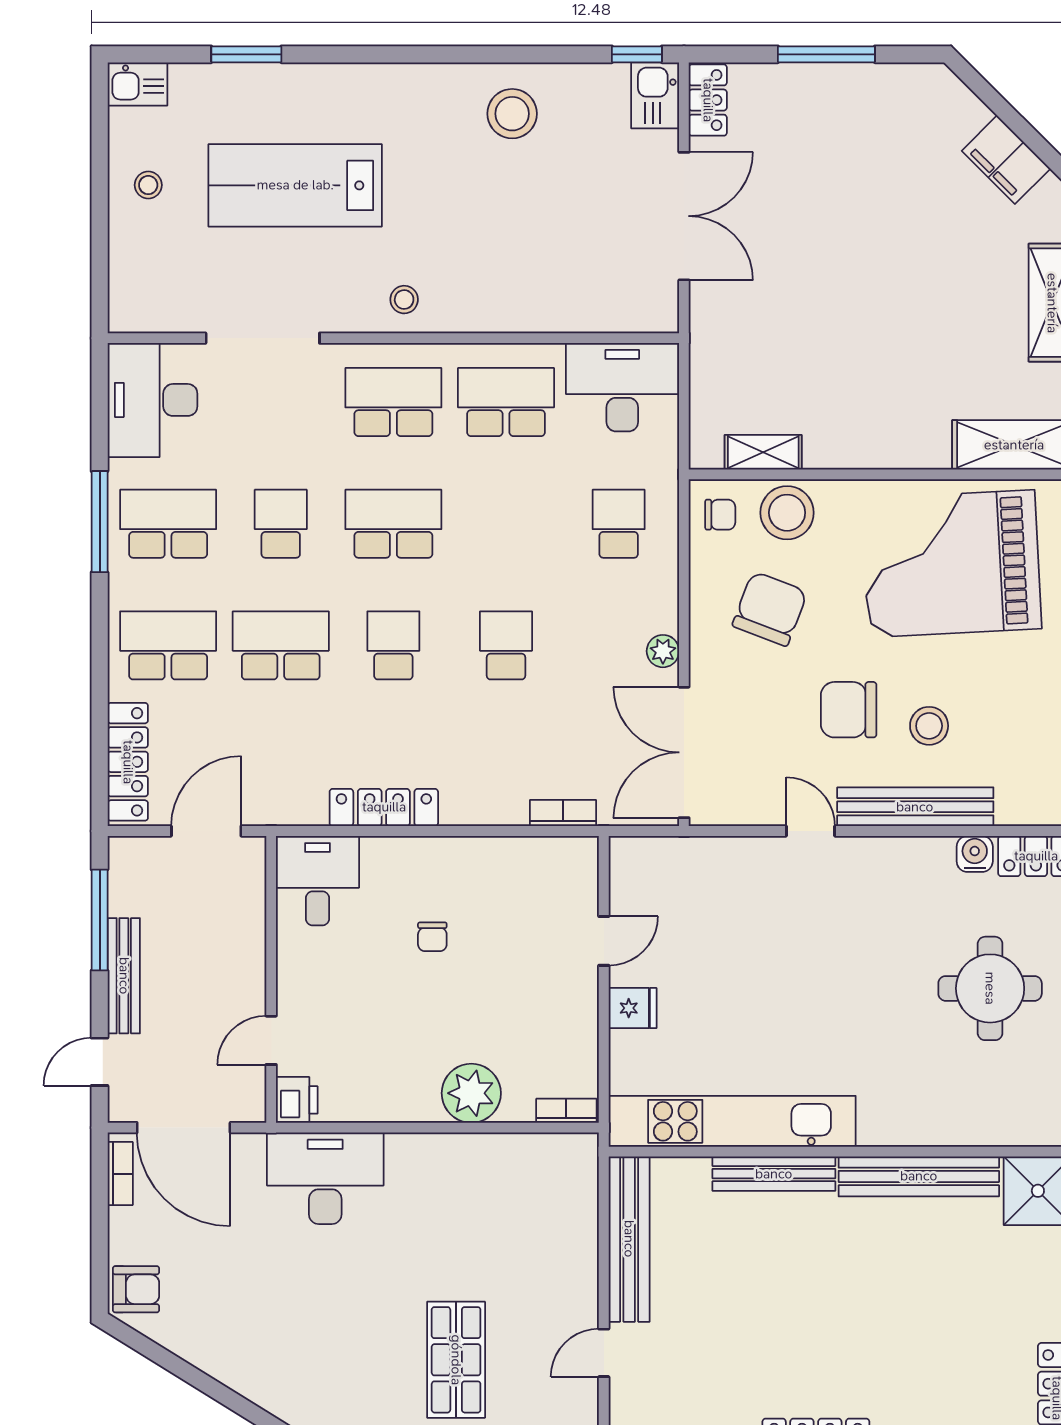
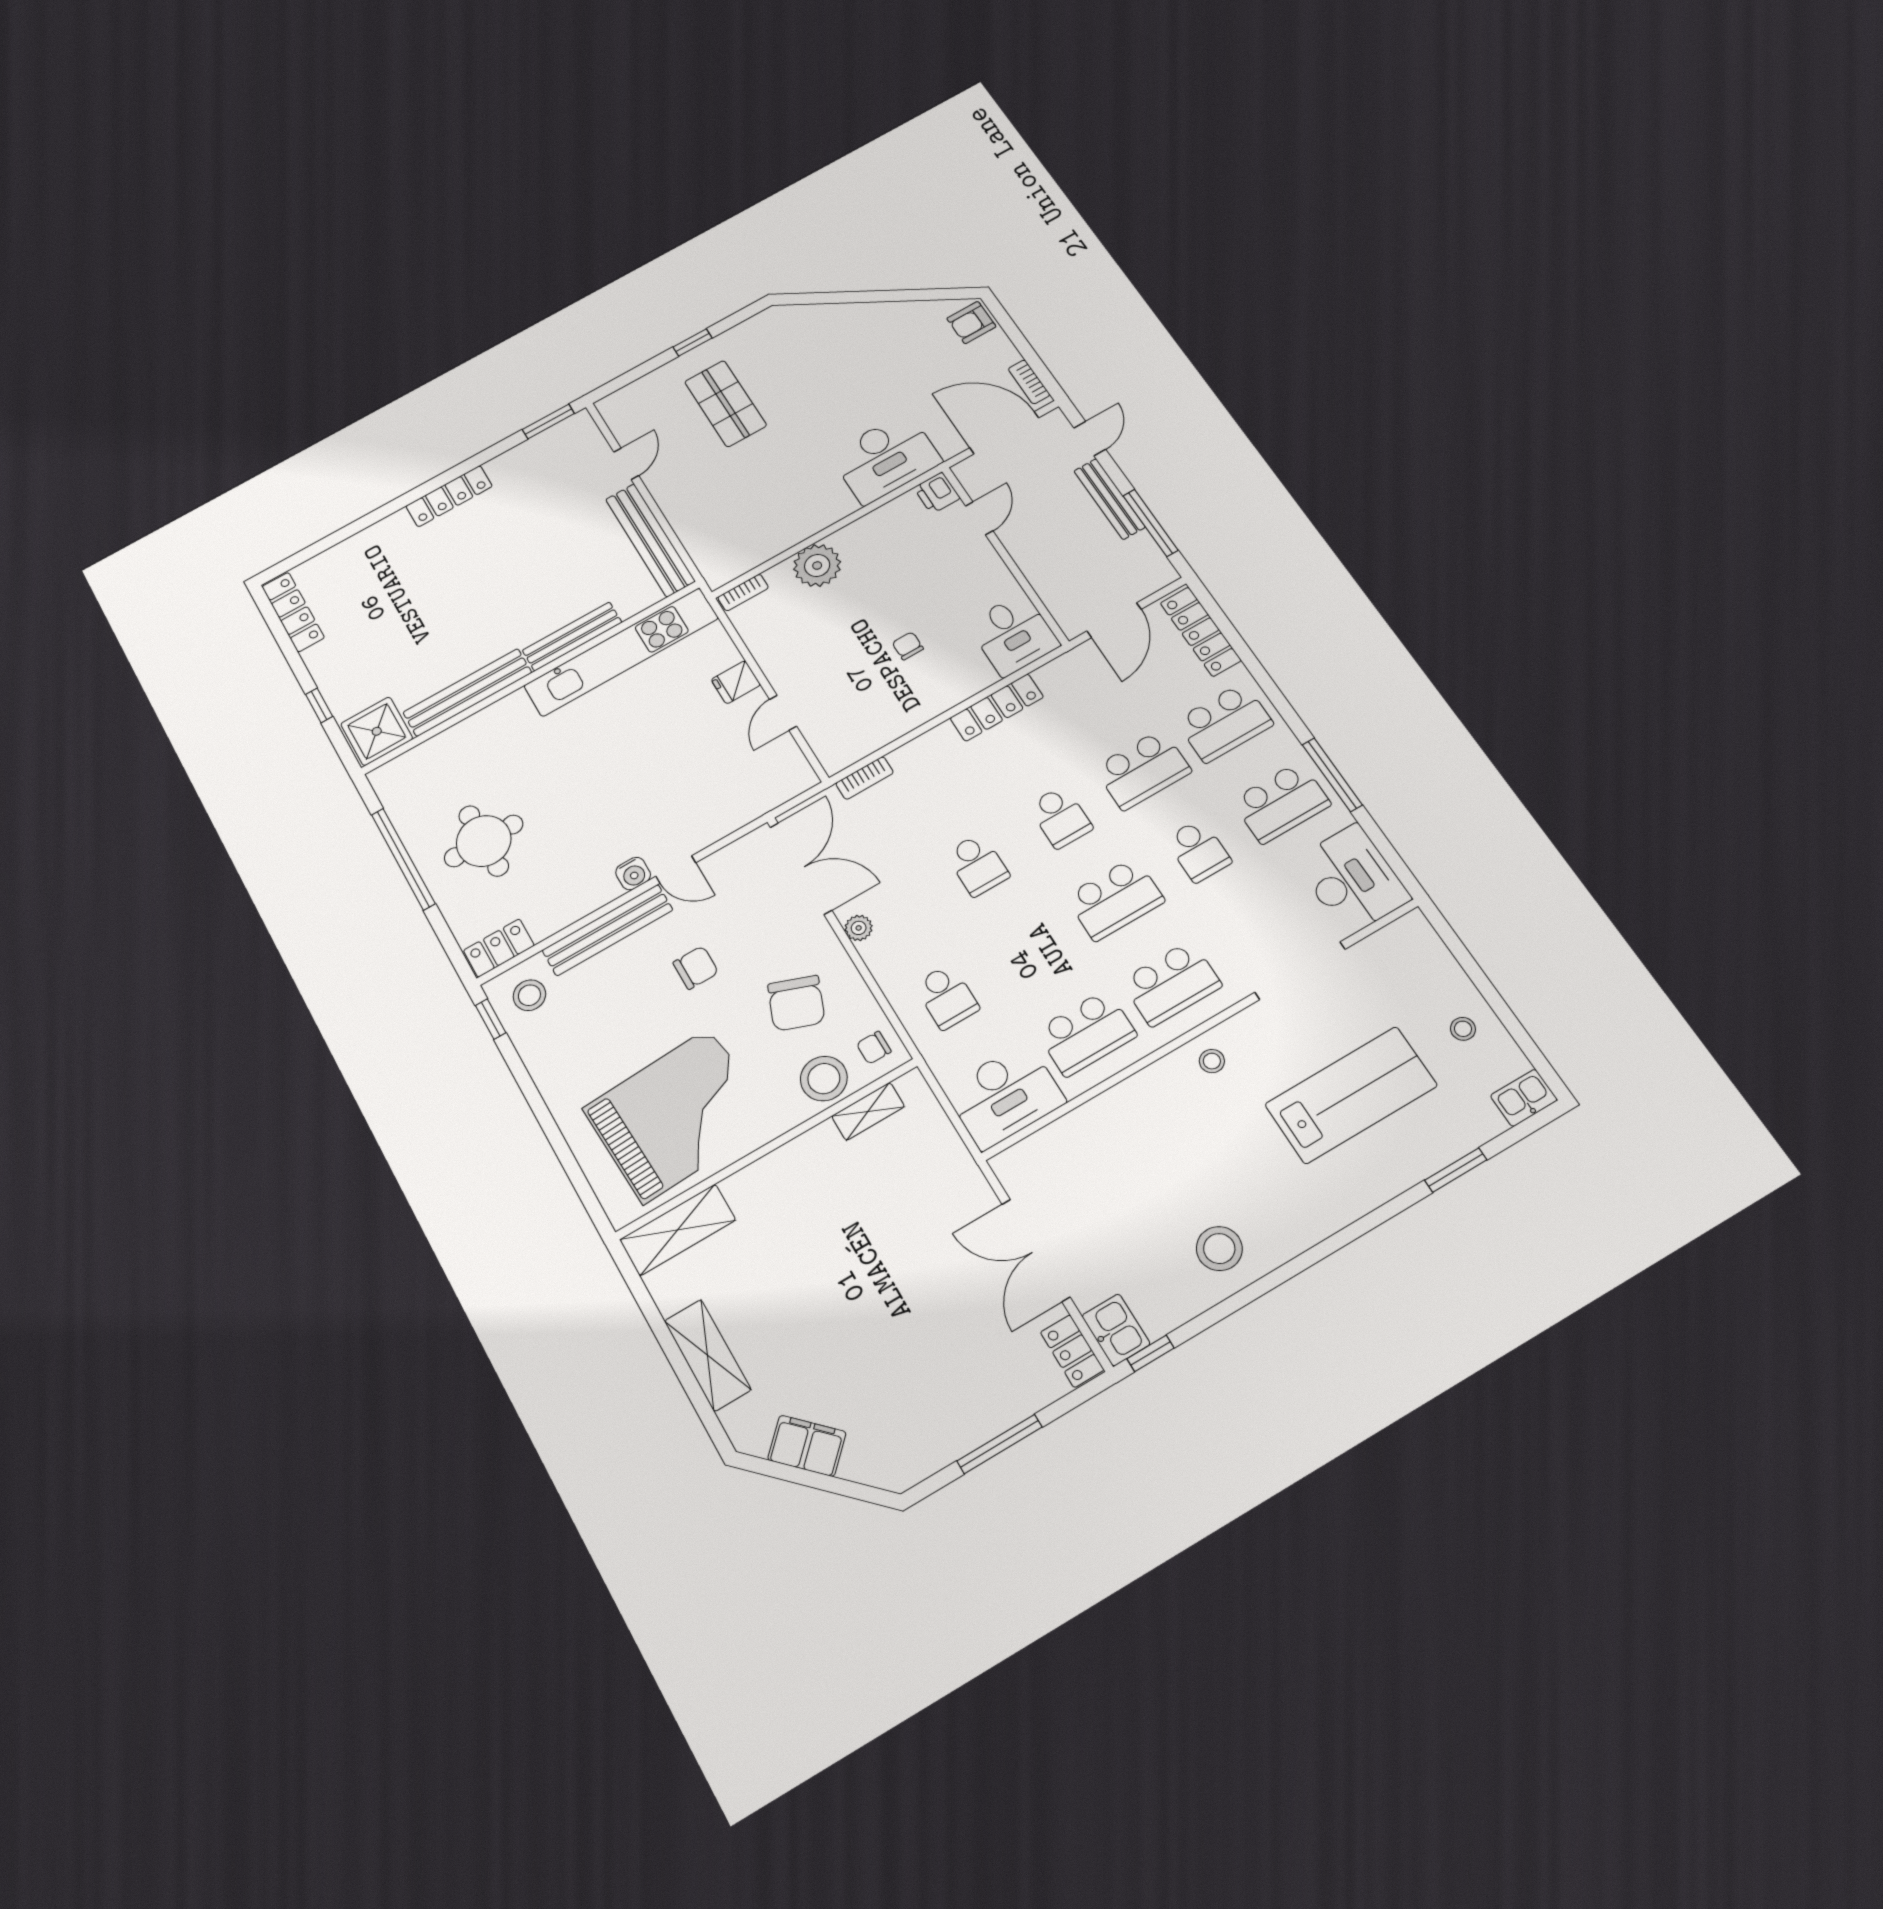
chair: (849, 710) -> (696, 968), width x0.73, depth x0.73
stool: (929, 726) -> (529, 995), moved
water cooler: (975, 854) -> (633, 874), moved

